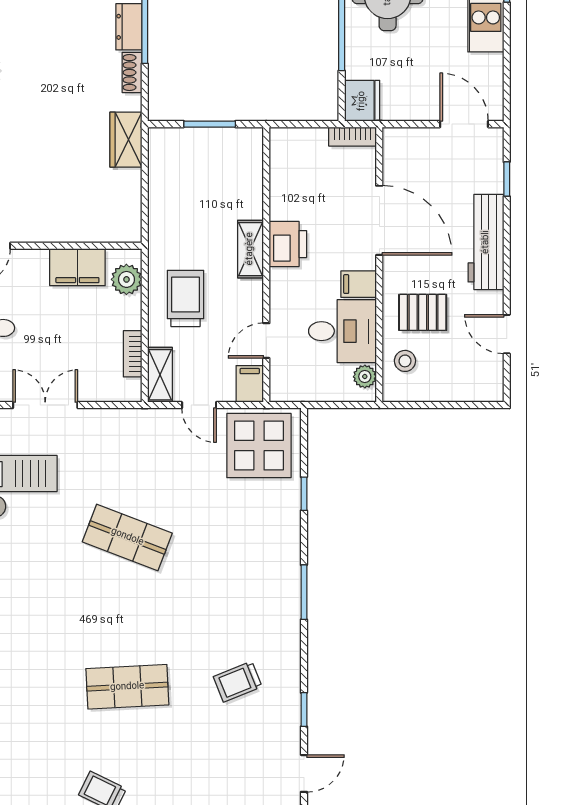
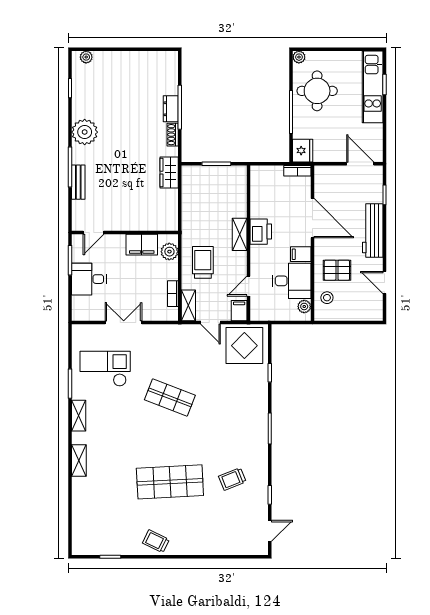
shop shelf: (127, 687) -> (170, 482), width x1.43, depth x1.36

